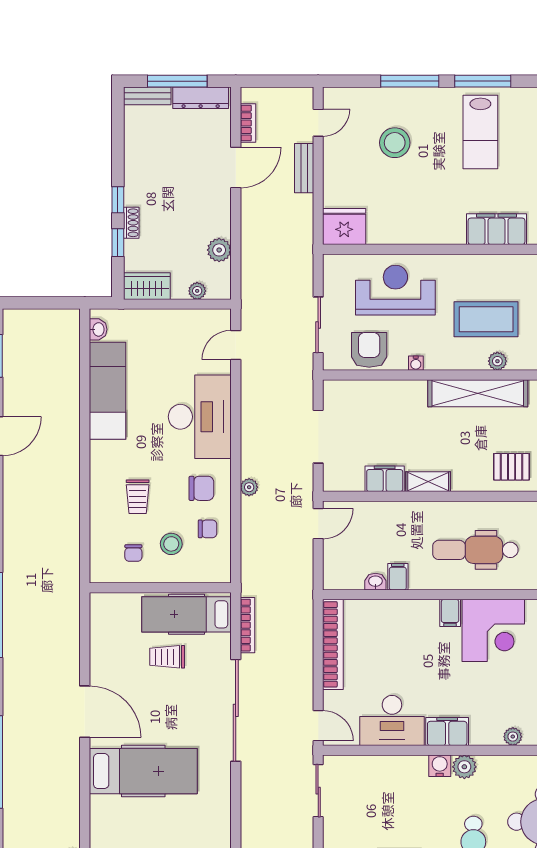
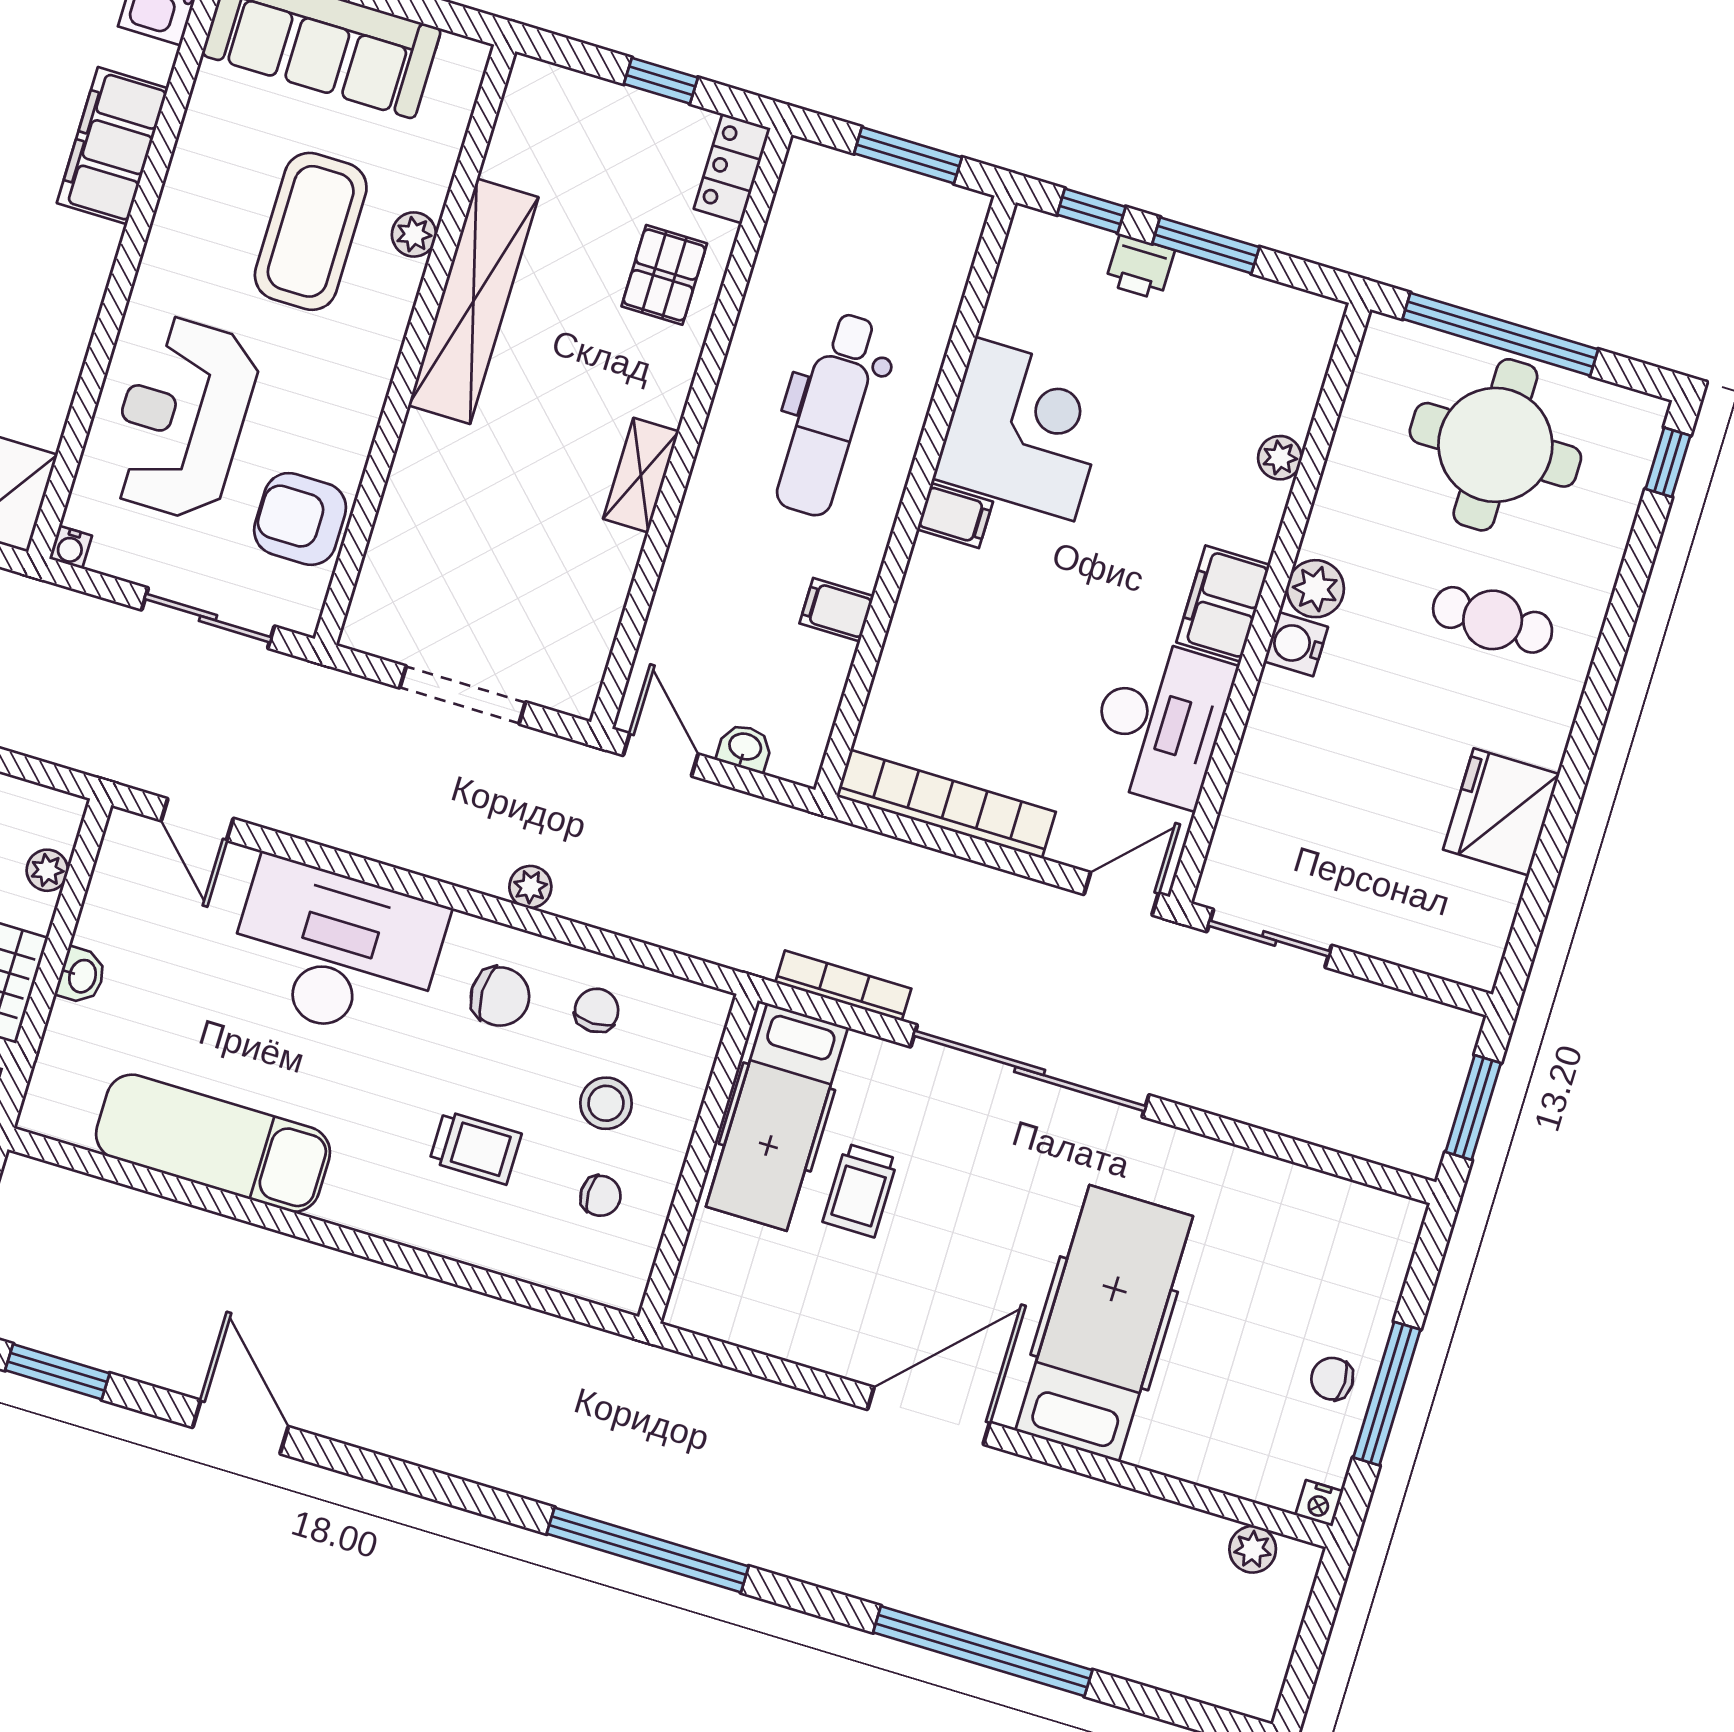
washbasin: (98, 329) -> (81, 976), moved, turned 90
water cooler: (416, 363) -> (71, 547), moved, turned 90
filing cabinet: (385, 479) -> (604, 572), removed
chair: (201, 488) -> (500, 996), turned 90
washbasin: (375, 582) -> (745, 748), moved, turned 90

